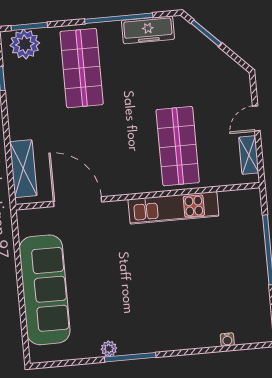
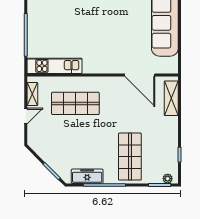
plant: (25, 44) -> (168, 179), width x0.53, depth x0.53
shop shelf: (178, 146) -> (75, 103), turned 90
kitchen unit: (173, 208) -> (55, 66), moved

